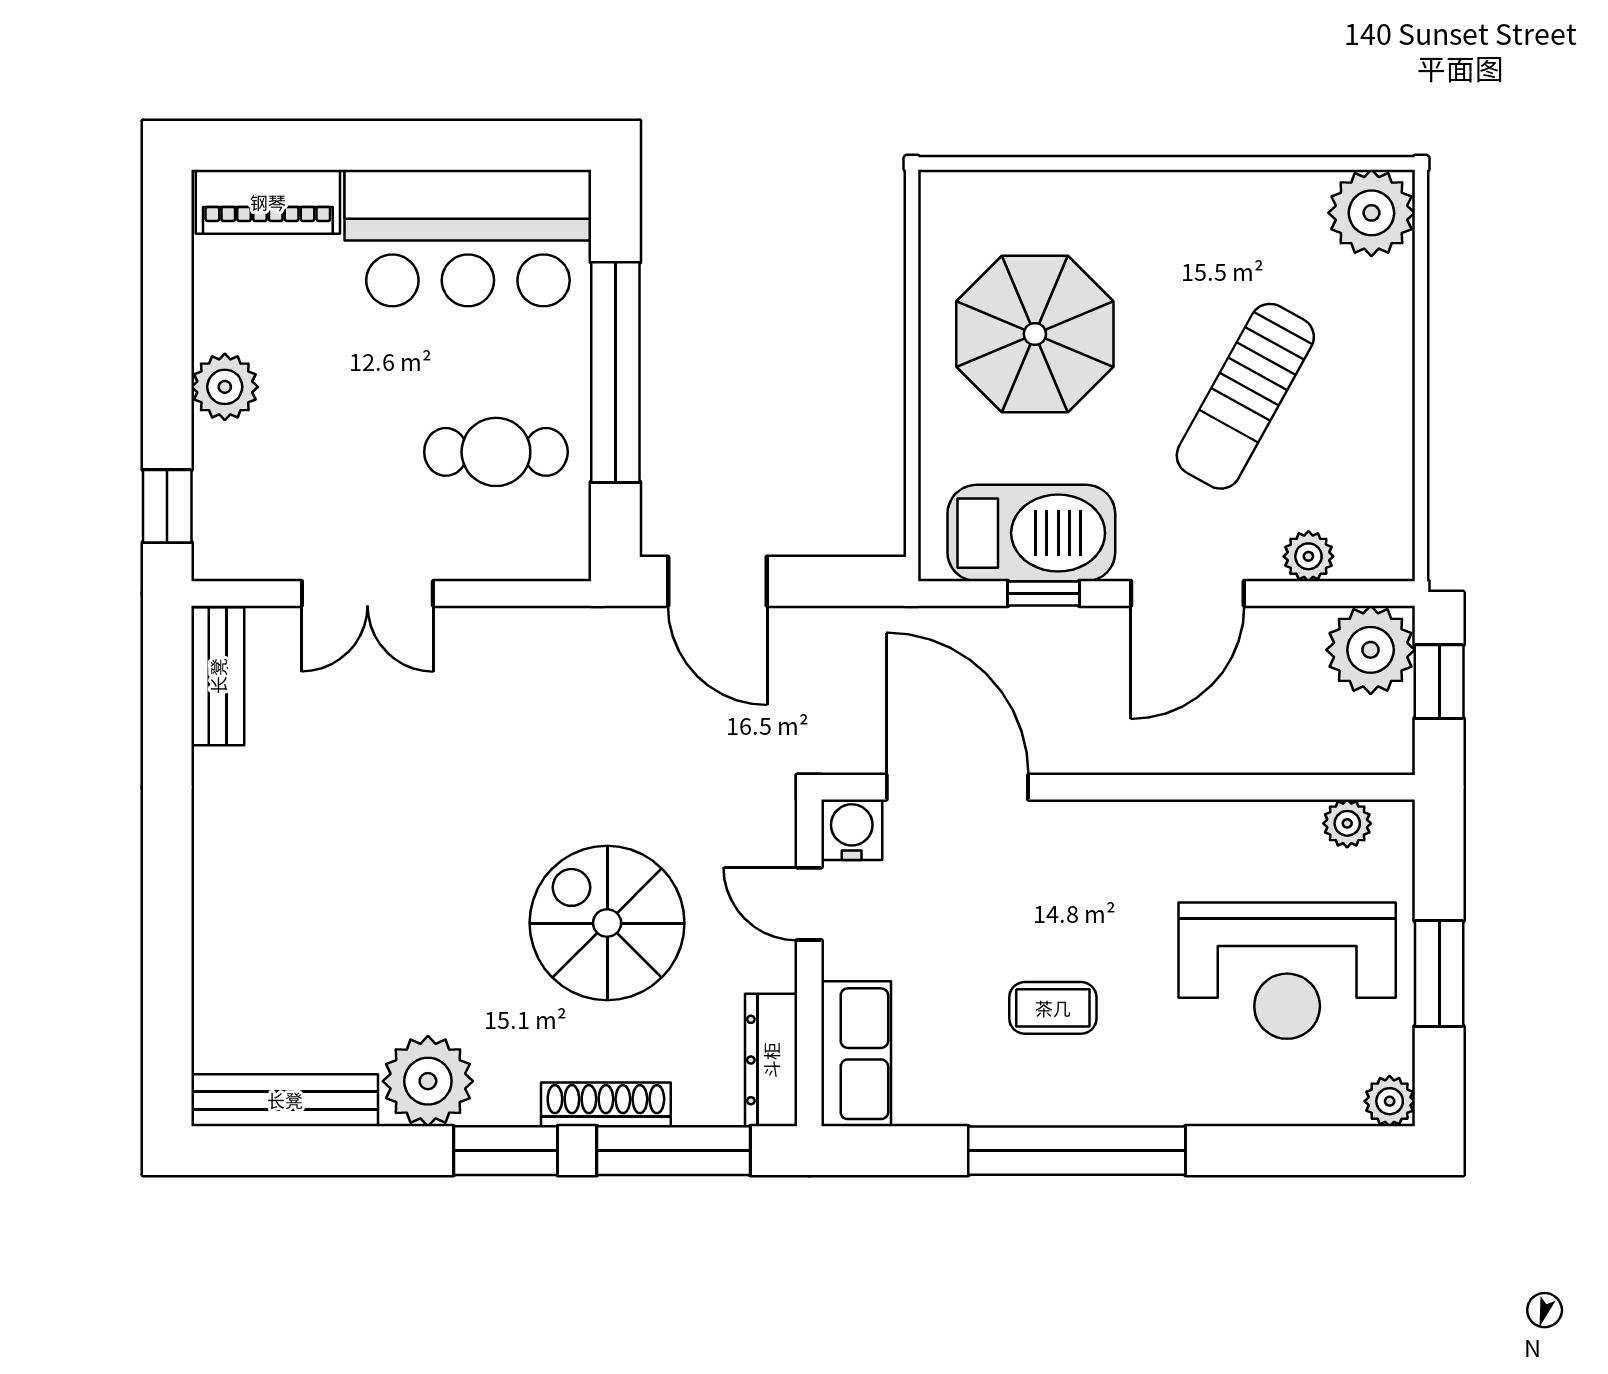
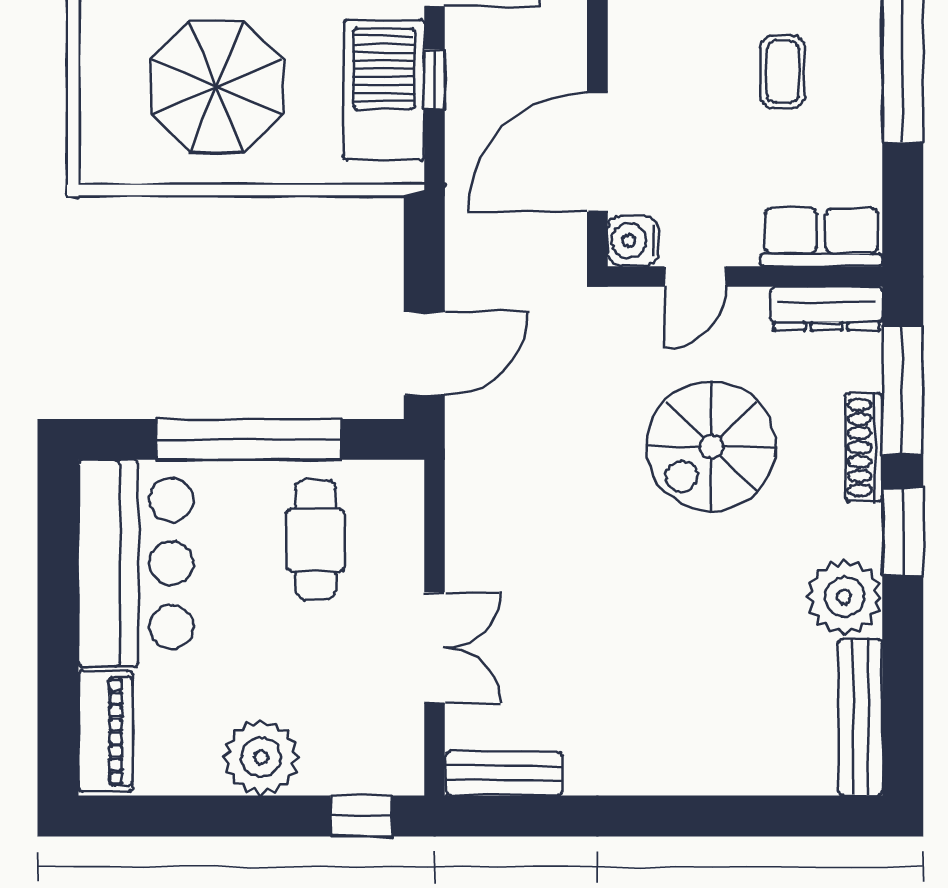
plant: (225, 387) -> (261, 757), width x1.36, depth x1.36

